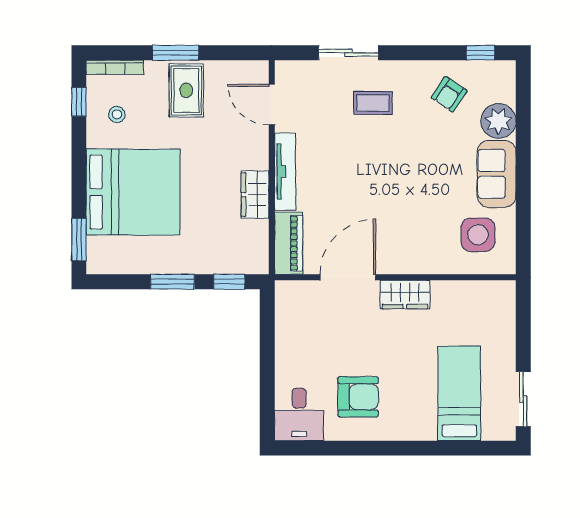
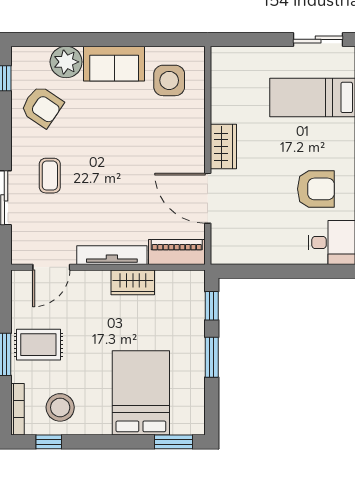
armchair: (449, 94) -> (42, 107), width x1.38, depth x1.38
stool: (117, 114) -> (60, 407), width x1.89, depth x1.89
bed: (133, 192) -> (141, 393), width x0.73
armchair: (358, 397) -> (316, 189), turned 90

